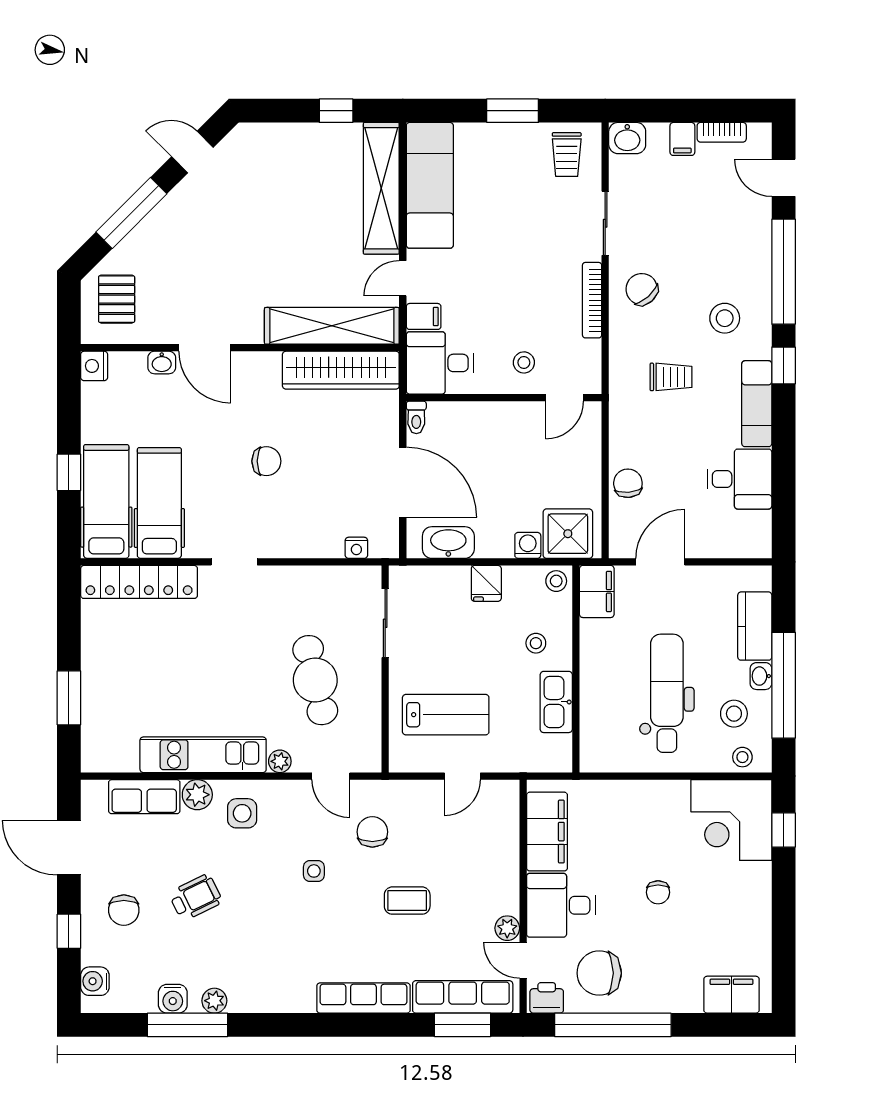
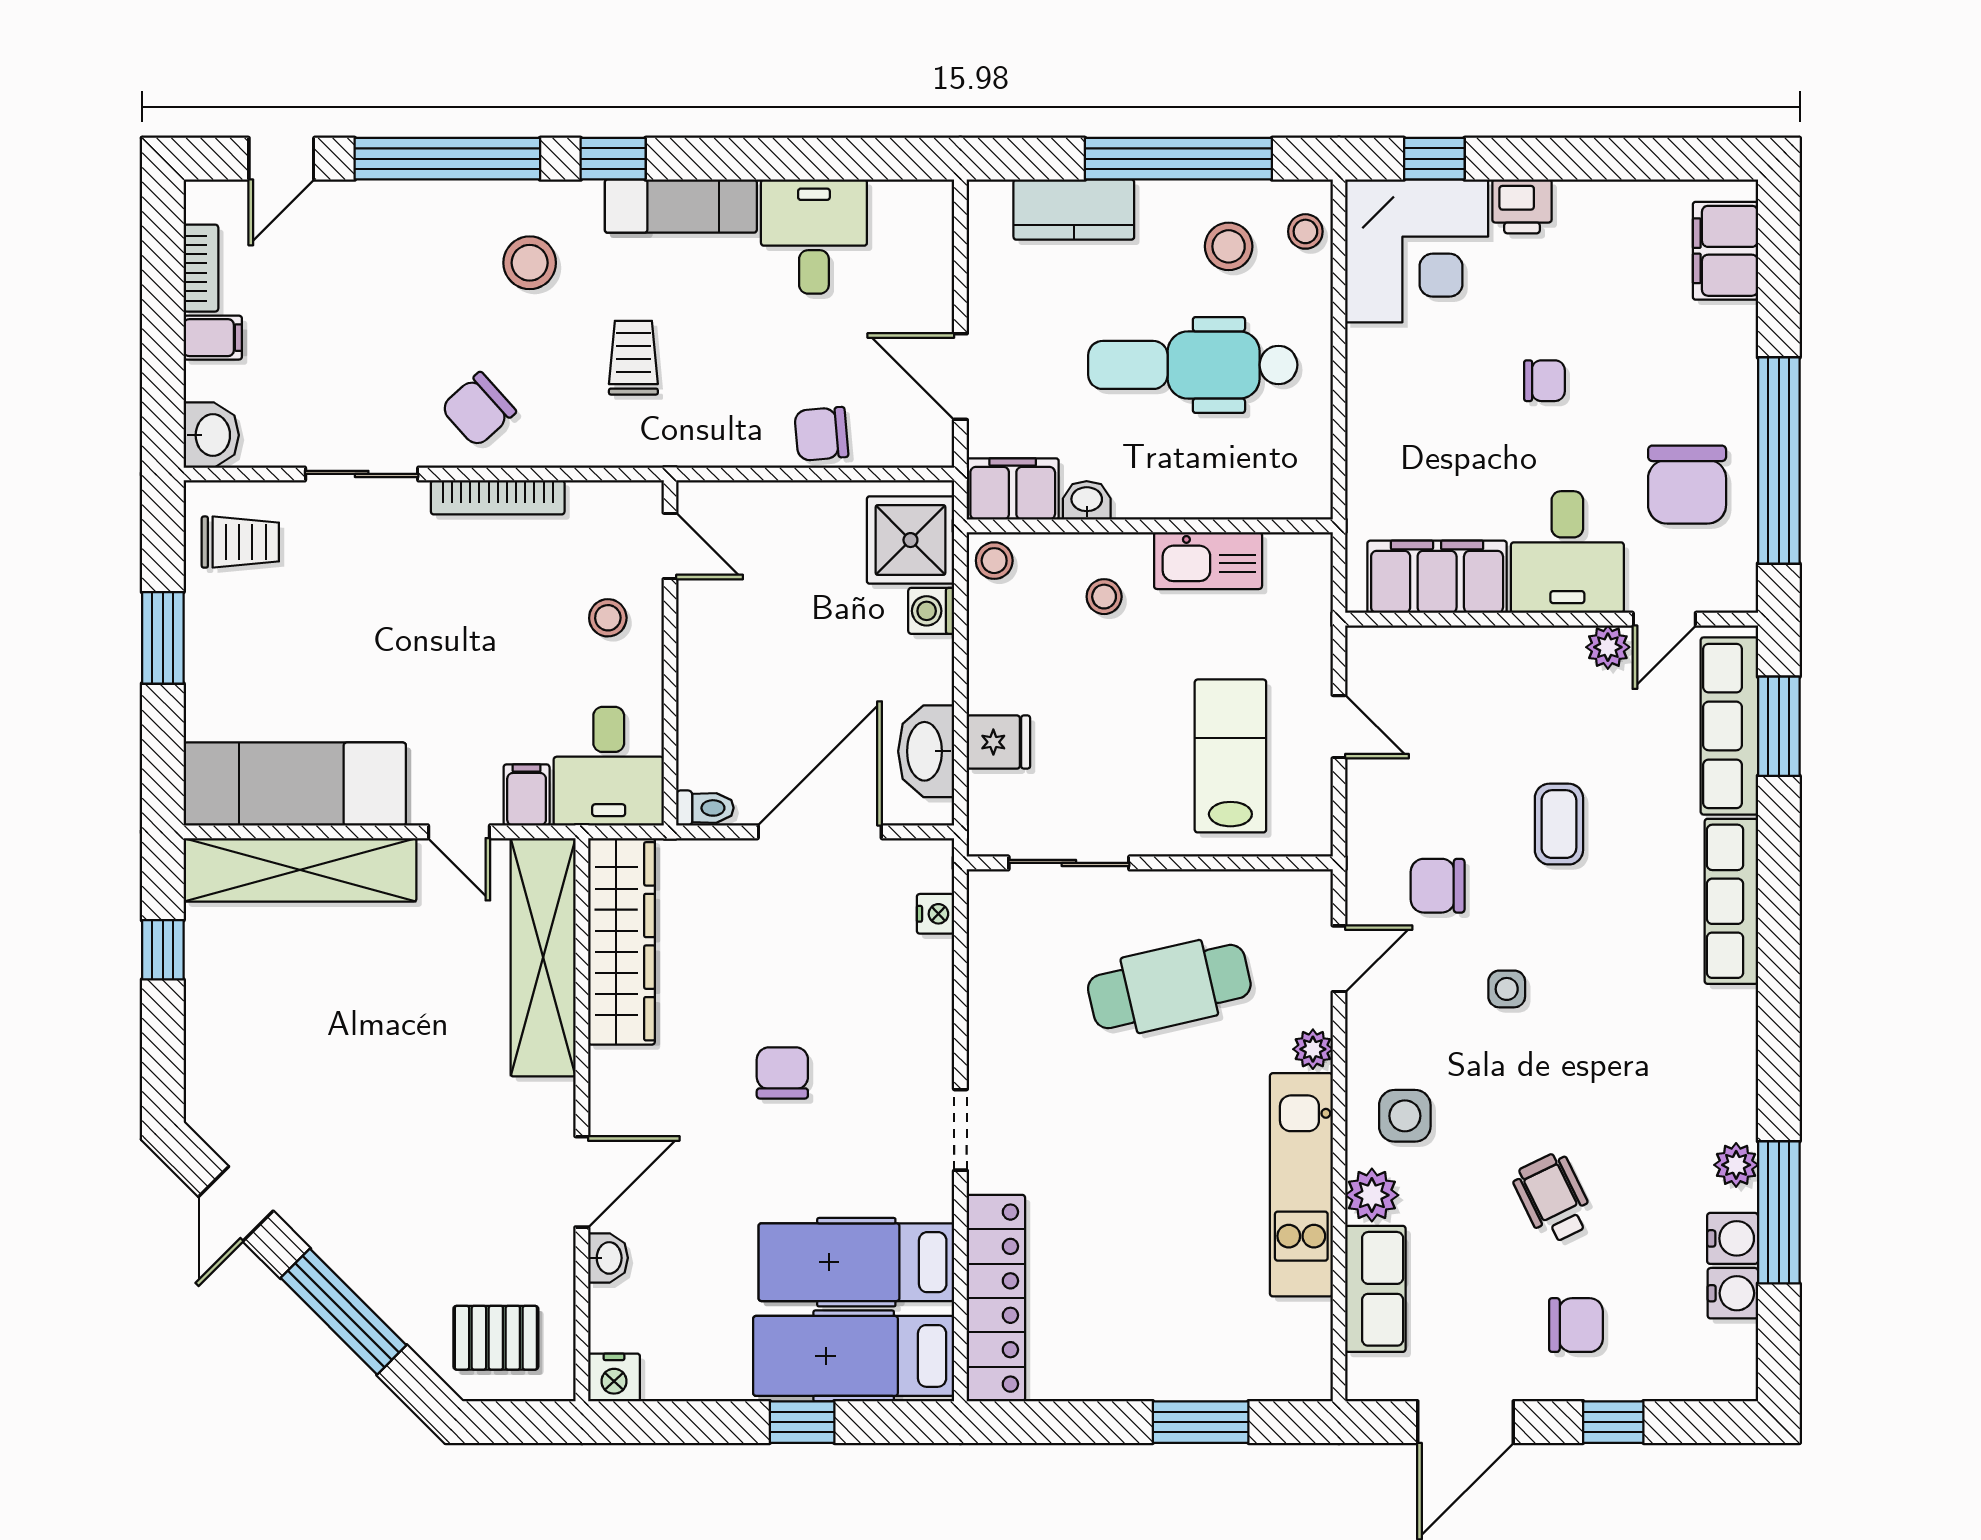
fridge: (486, 583) -> (998, 742), moved
washbasin: (761, 676) -> (1087, 500), moved, turned 180
water cooler: (95, 981) -> (1733, 1293), moved, turned -90
printer: (547, 998) -> (1522, 206), moved, turned -90

